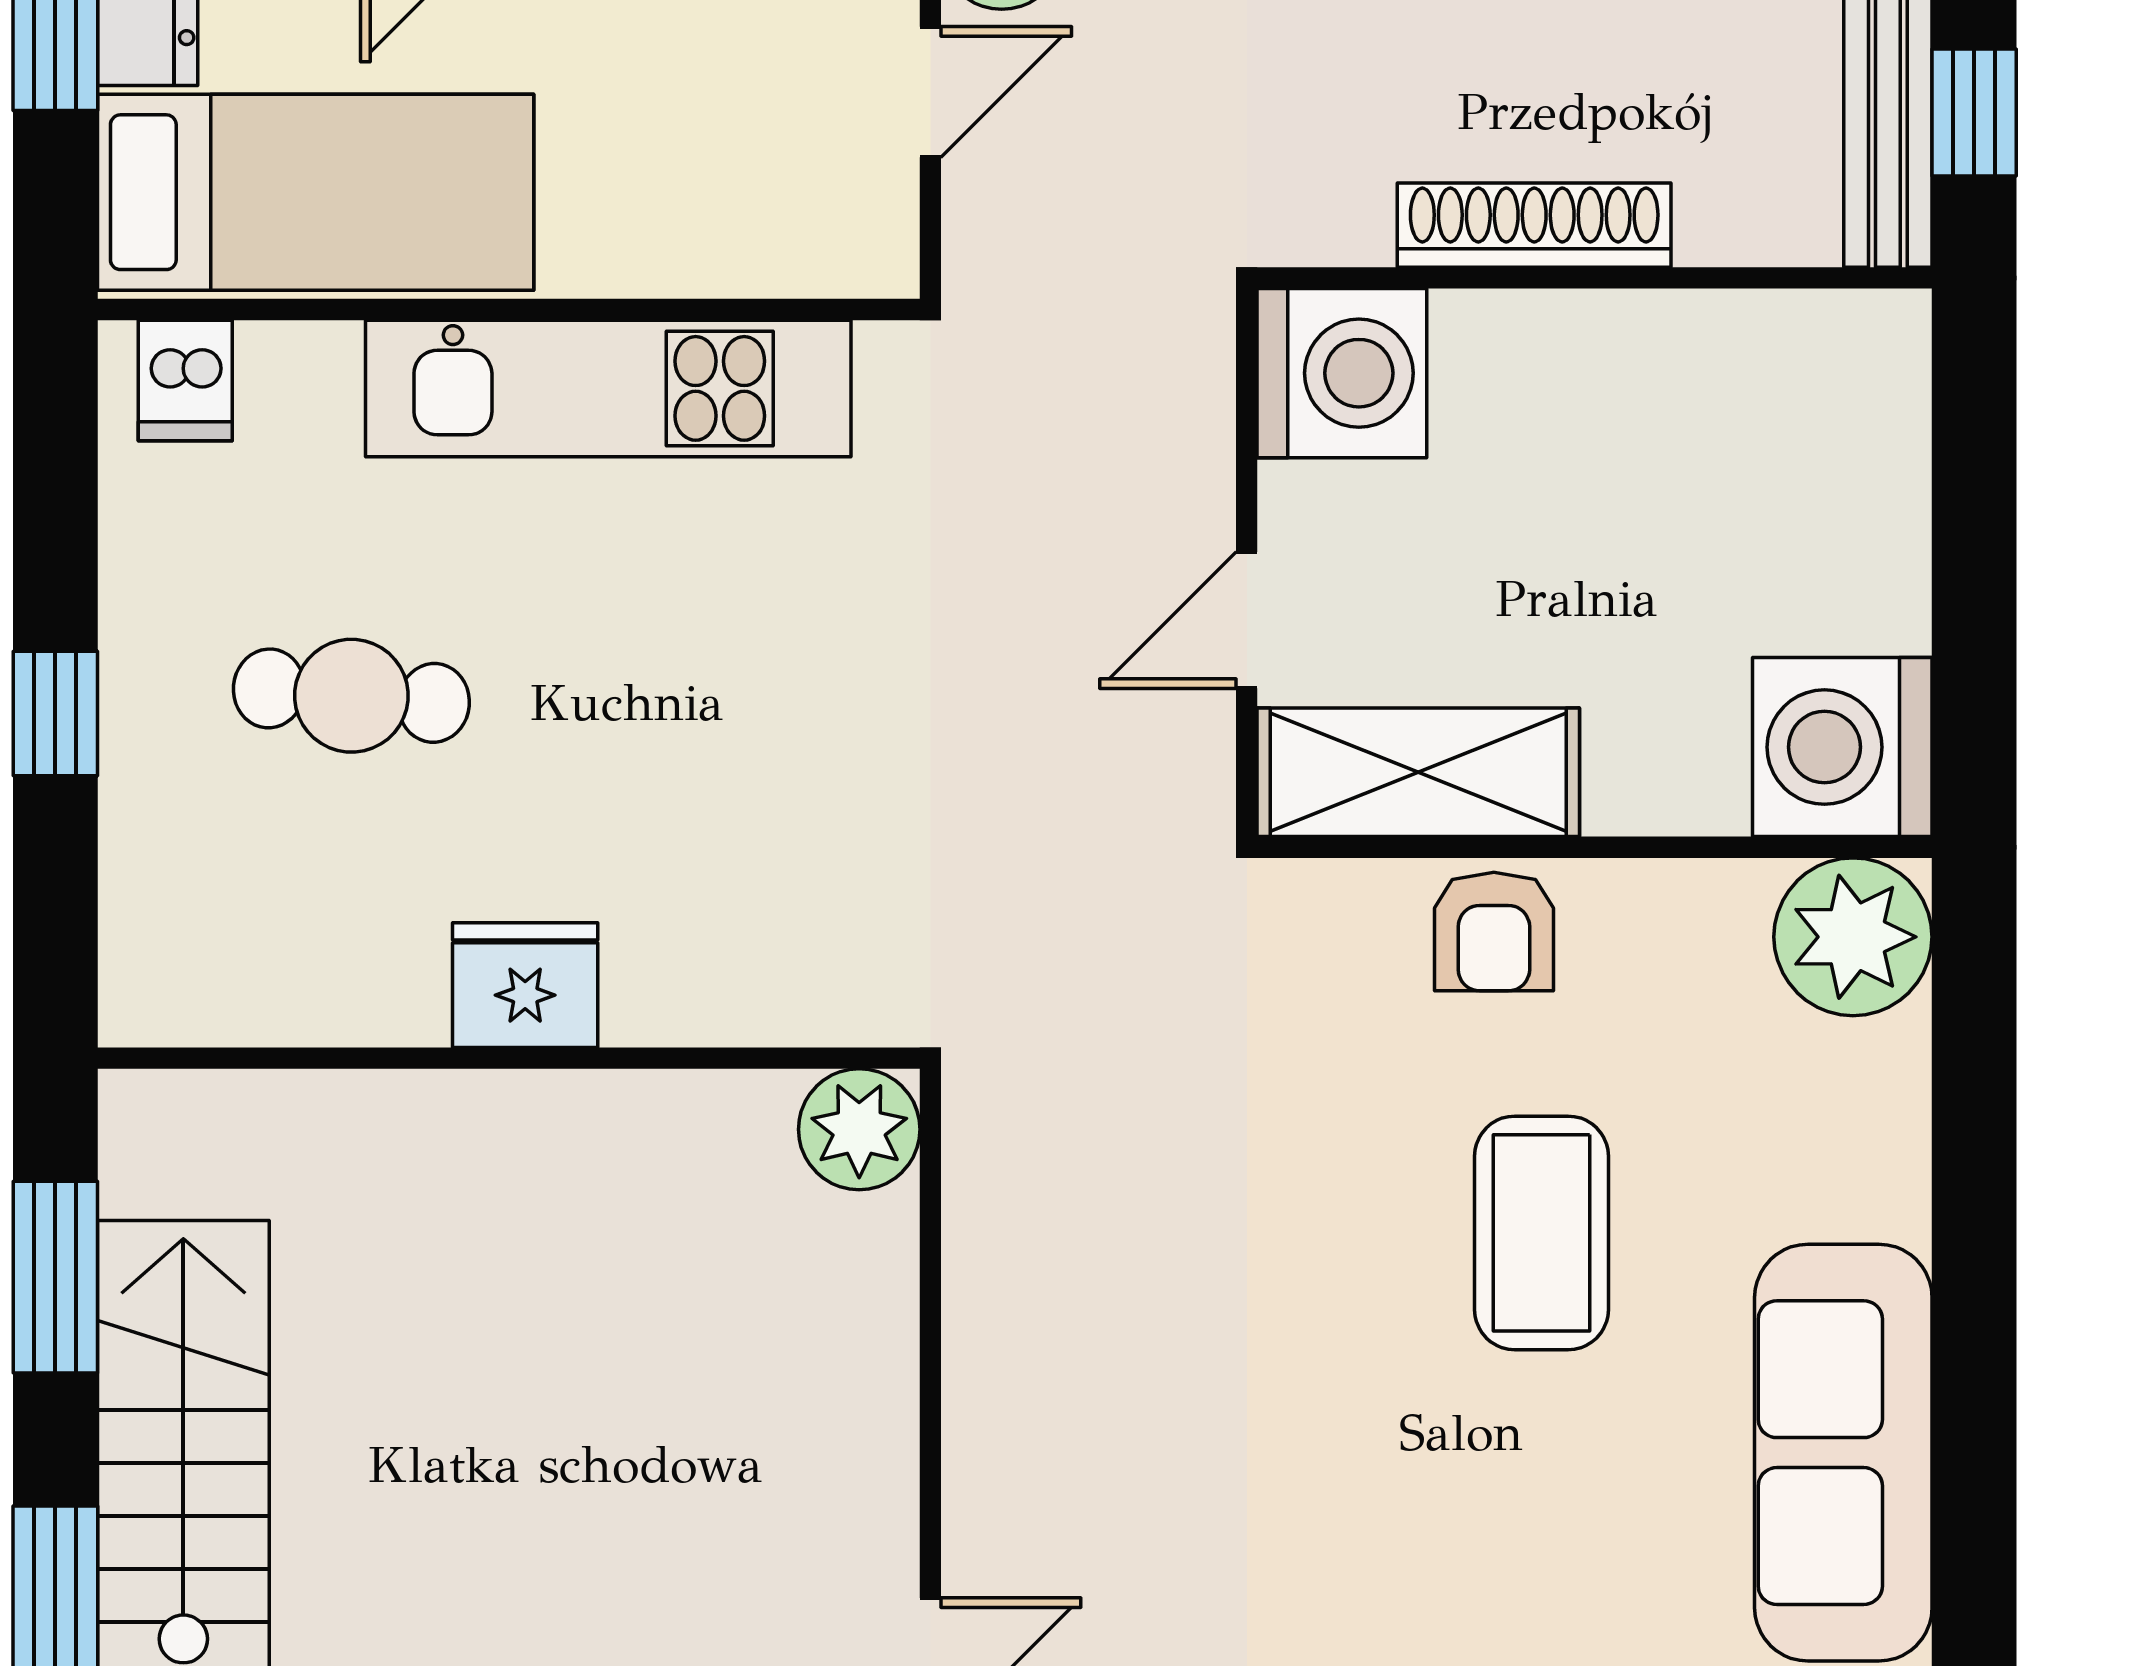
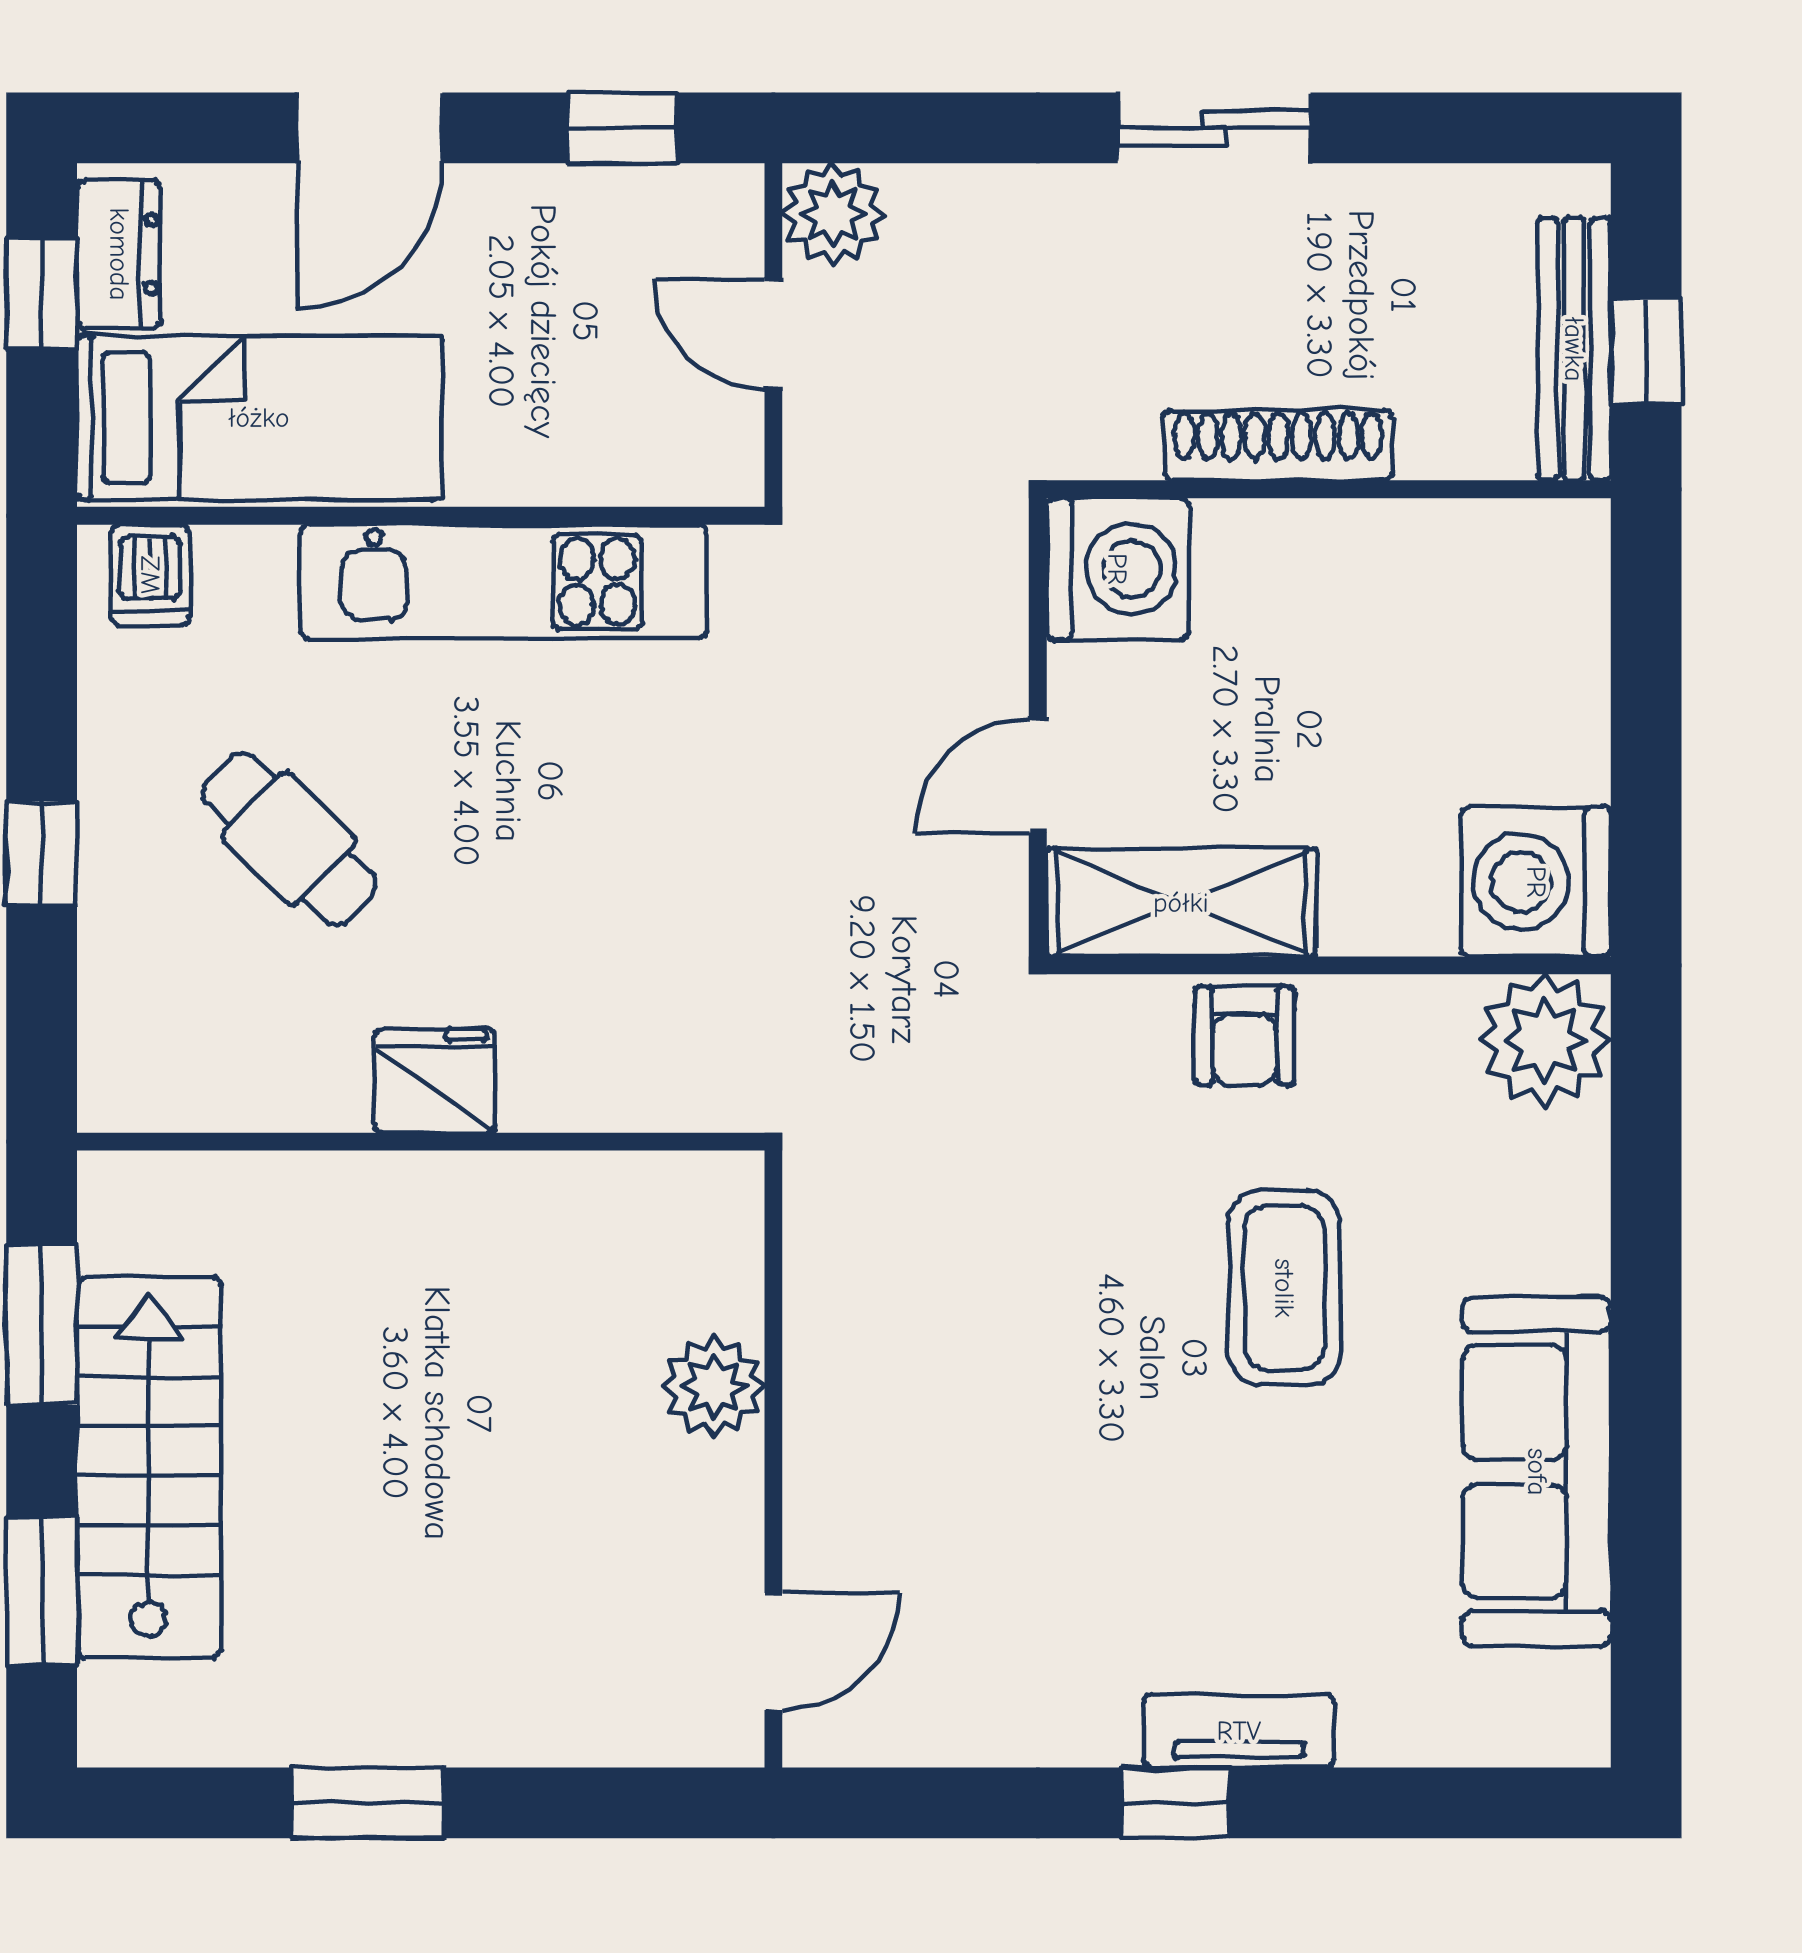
door: (930, 92) -> (773, 334), swing flipped
cafe table: (351, 696) -> (289, 839), turned 40
plant: (859, 1129) -> (714, 1386), moved

